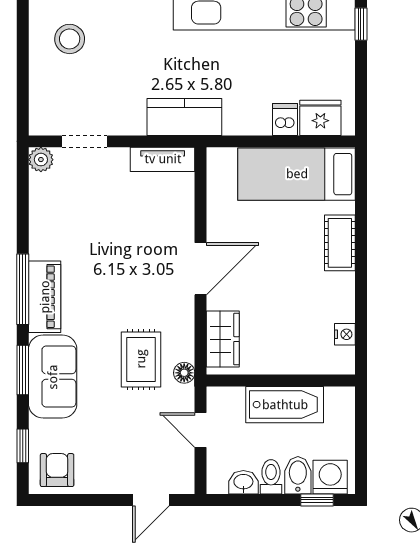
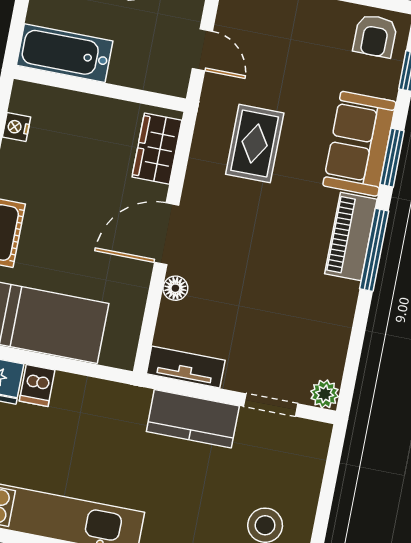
kitchen counter: (184, 117) -> (193, 419), moved
floor lamp: (184, 373) -> (175, 288), moved
bathtub: (285, 405) -> (65, 53), moved

